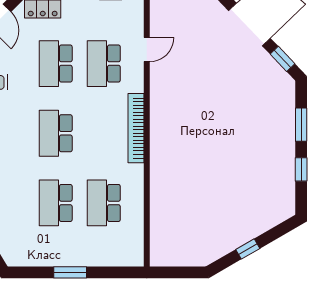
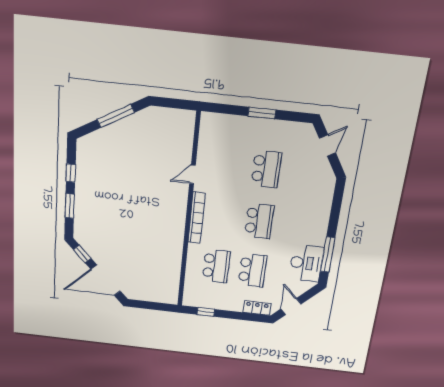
door: (147, 50) -> (192, 174), moved
school desk: (104, 203) -> (228, 165), removed
window: (248, 249) -> (116, 116), width x2.17

